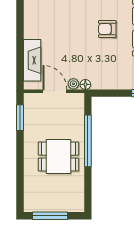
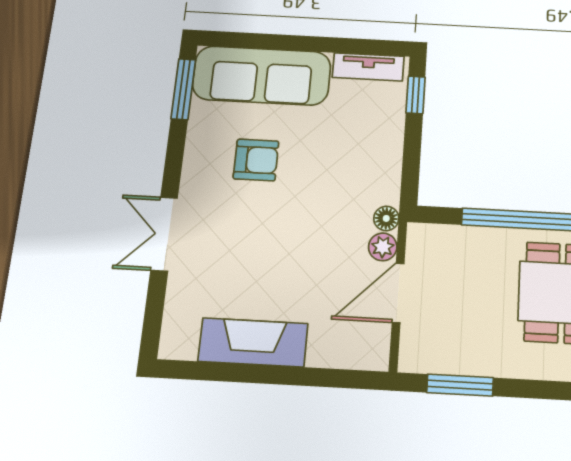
armchair: (107, 29) -> (256, 160), turned -90
fireplace: (32, 60) -> (253, 342), moved

